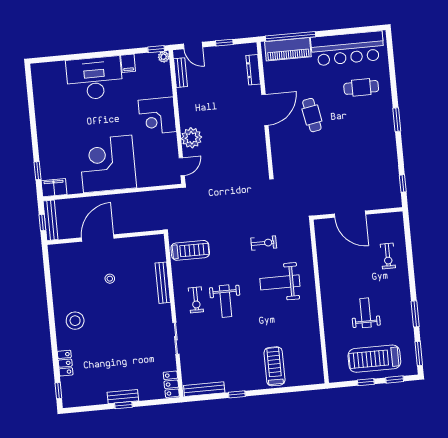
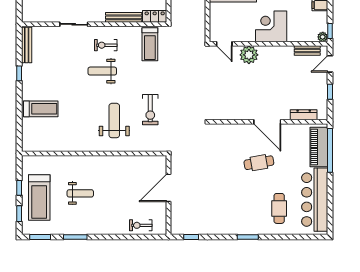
exercise bike: (264, 243) -> (150, 110), width x1.38, depth x1.39
exercise bike: (388, 256) -> (141, 225), moved
treadmill: (374, 359) -> (39, 197), turned 180
locker: (171, 384) -> (155, 16), moved

